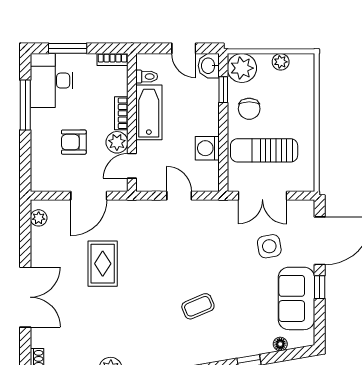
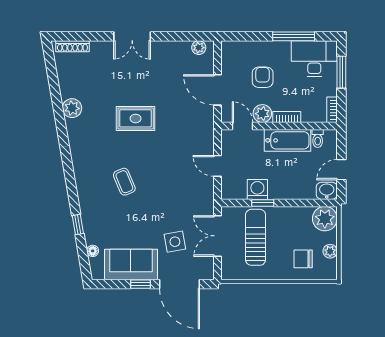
window: (223, 90) -> (263, 203), moved
chair: (249, 109) -> (303, 259), moved
door: (179, 196) -> (218, 166), swing flipped
rug: (103, 264) -> (136, 118), moved
double door: (25, 297) -> (132, 36), width x0.73

